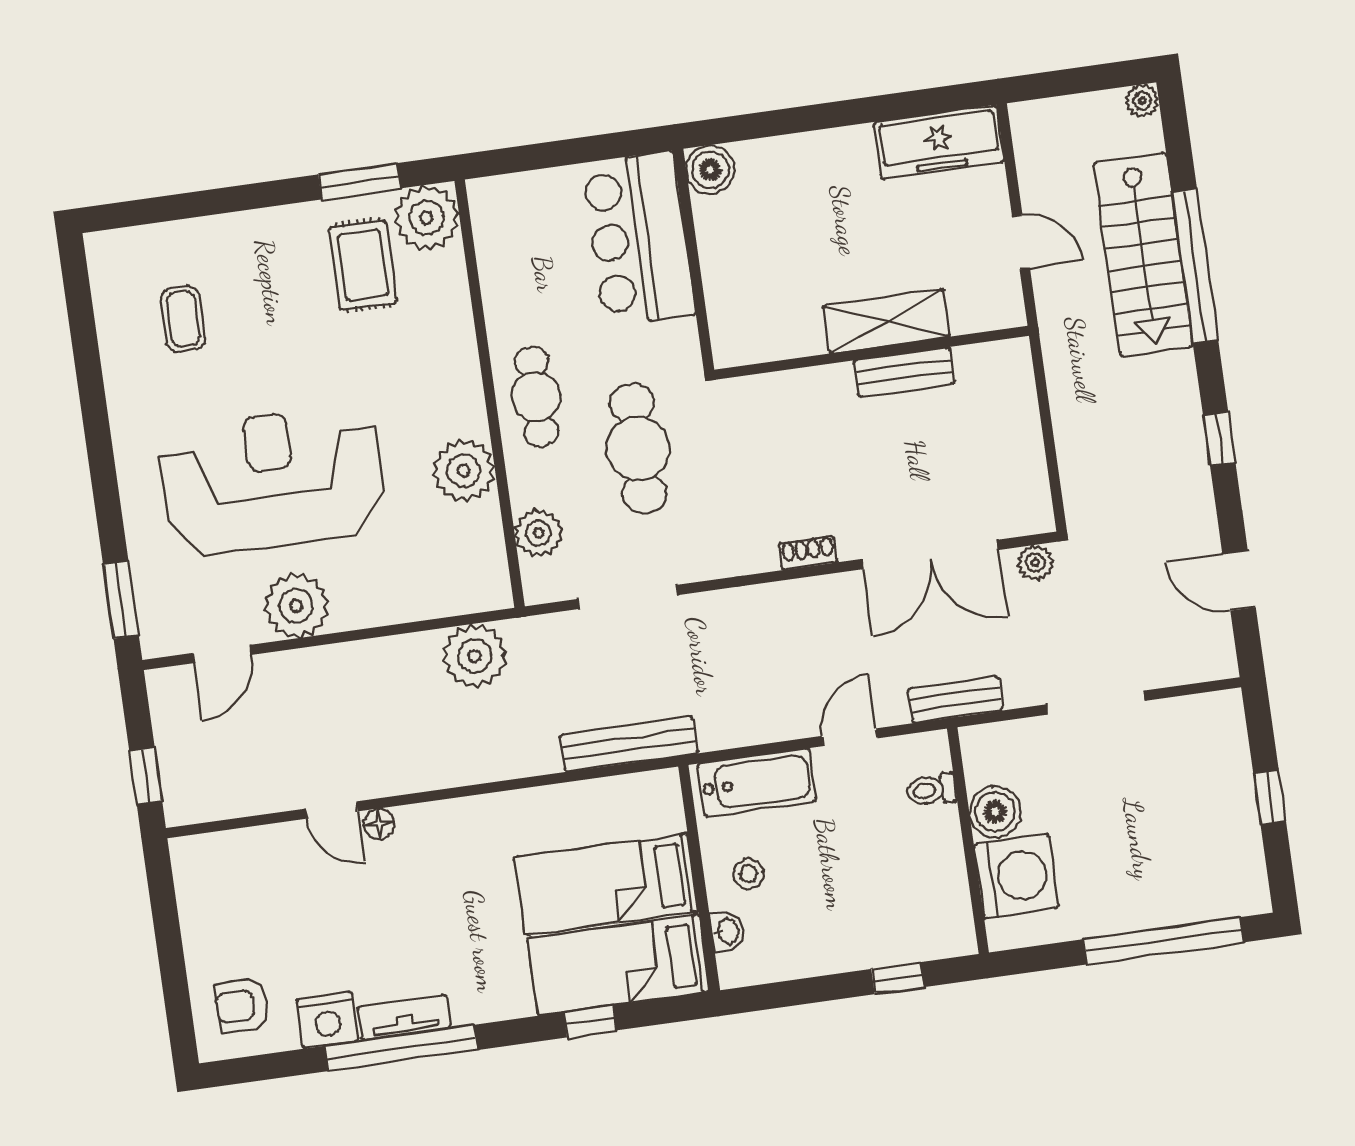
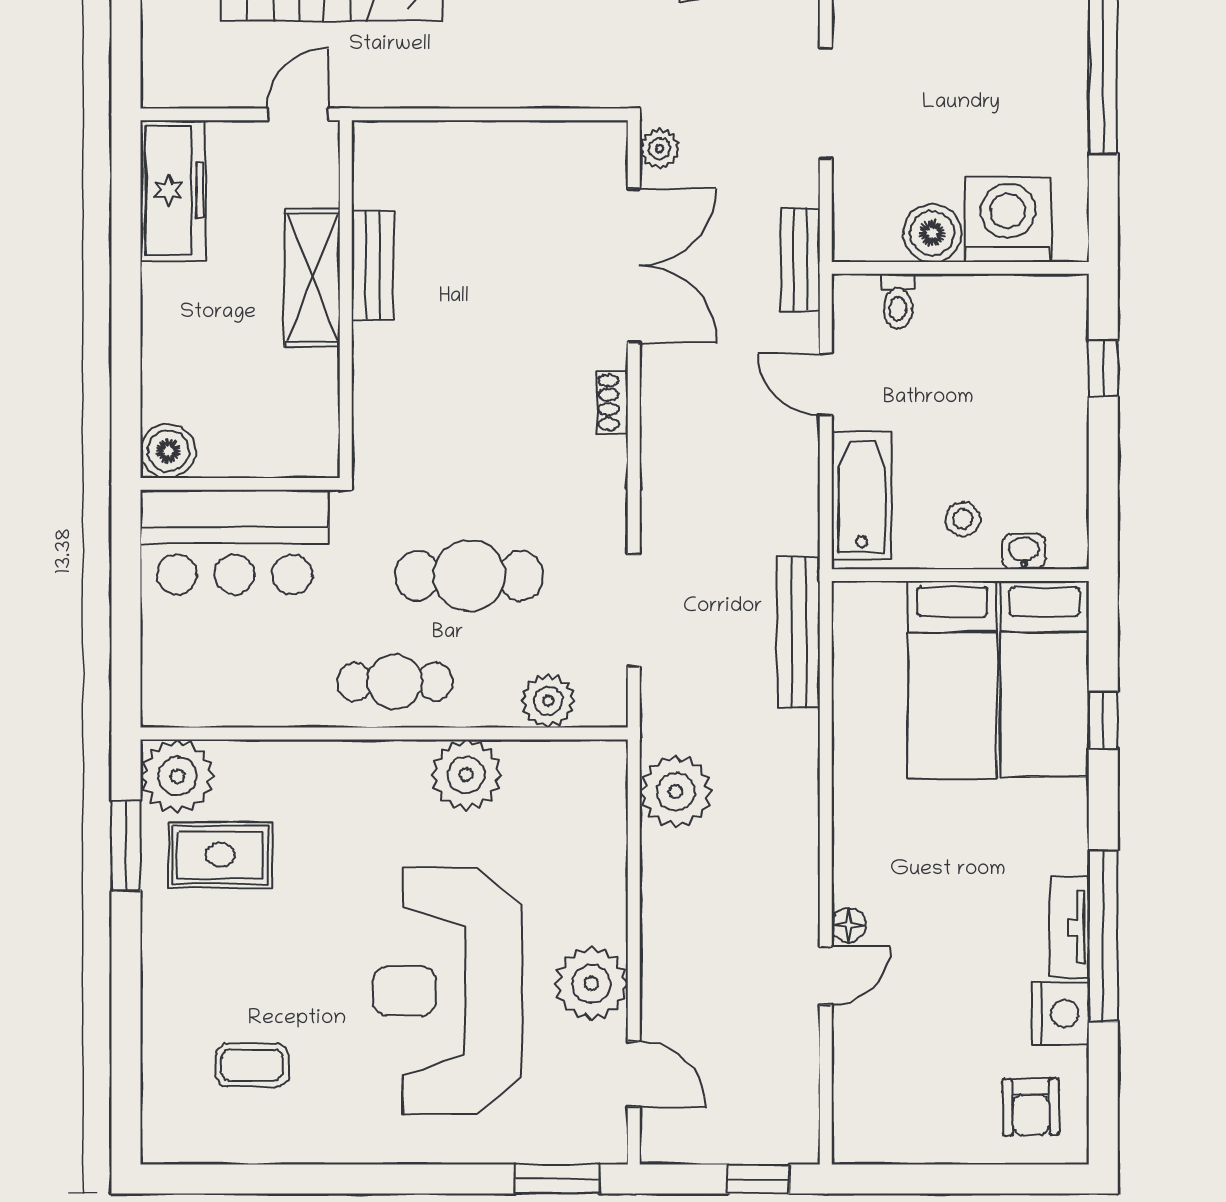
shelving: (886, 321) -> (312, 278), moved
wall: (872, 353) -> (346, 299), moved
bench: (904, 372) -> (373, 266), moved

